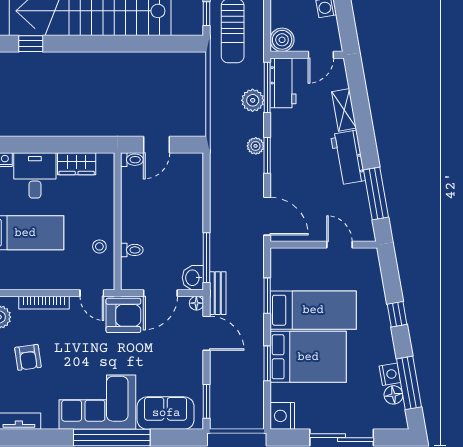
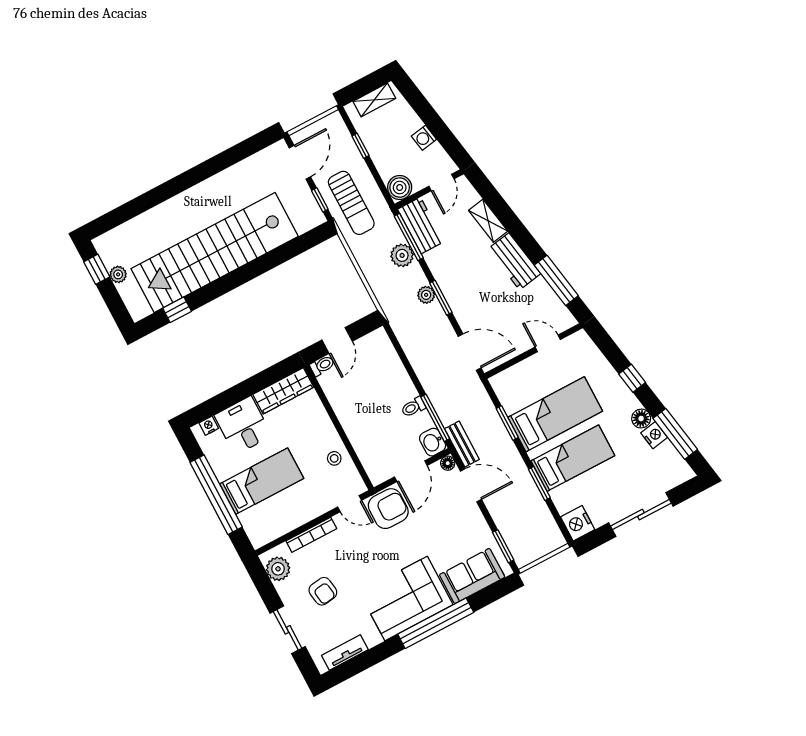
wardrobe: (77, 164) -> (283, 391), width x1.50
toilet: (132, 250) -> (413, 407), moved, turned 180
bed: (308, 357) -> (573, 458), width x0.67
floor lamp: (393, 395) -> (641, 419), moved

